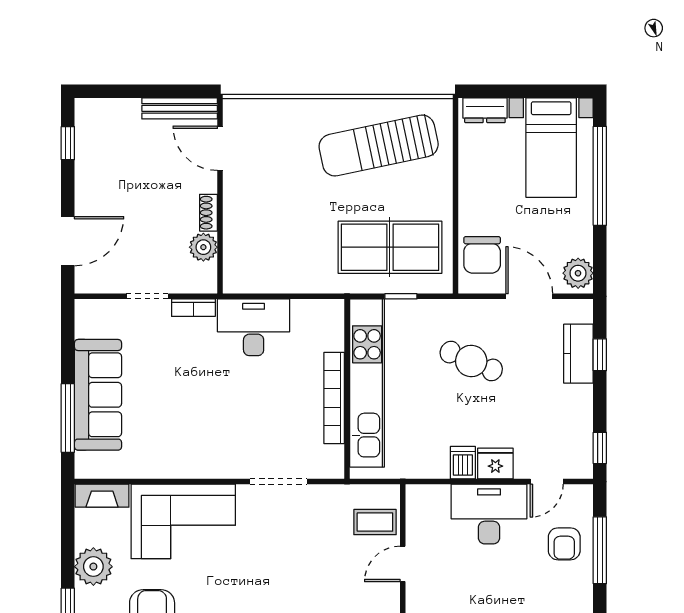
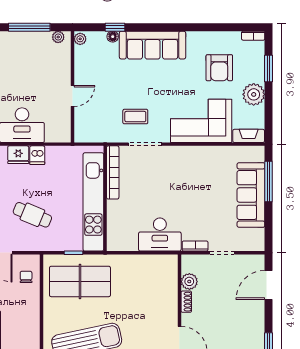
chair: (482, 255) -> (26, 277), width x0.54, depth x0.54
bookcase: (334, 398) -> (113, 172), moved
coffee table: (375, 522) -> (135, 117), moved

